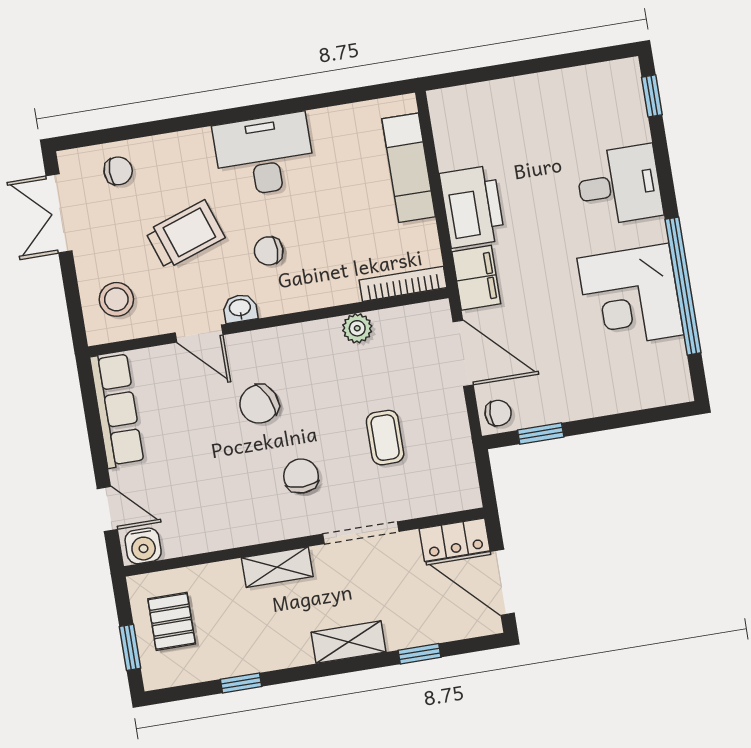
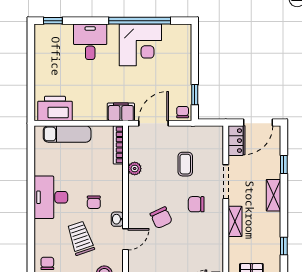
printer: (472, 207) -> (55, 109), moved
coffee table: (385, 438) -> (185, 164), turned 90

